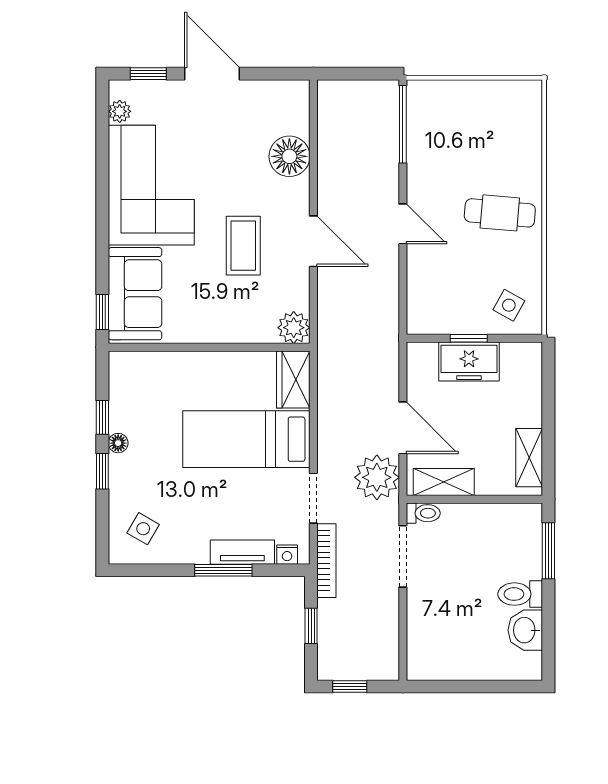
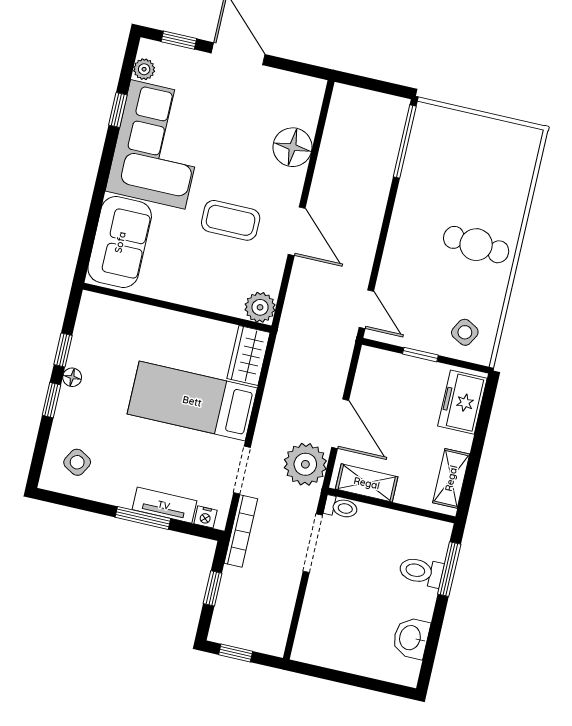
door: (403, 224) -> (366, 309), moved
coffee table: (243, 246) -> (231, 220), turned 90
window: (102, 312) -> (118, 110), moved
freezer: (469, 362) -> (462, 402), moved, turned 90
toilet: (520, 594) -> (421, 572), moved

